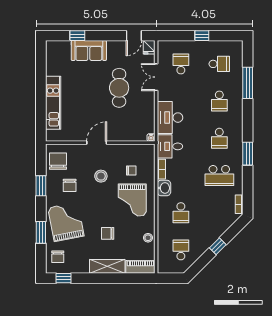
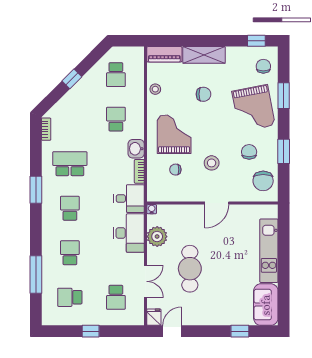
sofa: (89, 50) -> (266, 305), moved, turned -90
plant: (146, 115) -> (157, 237), added

